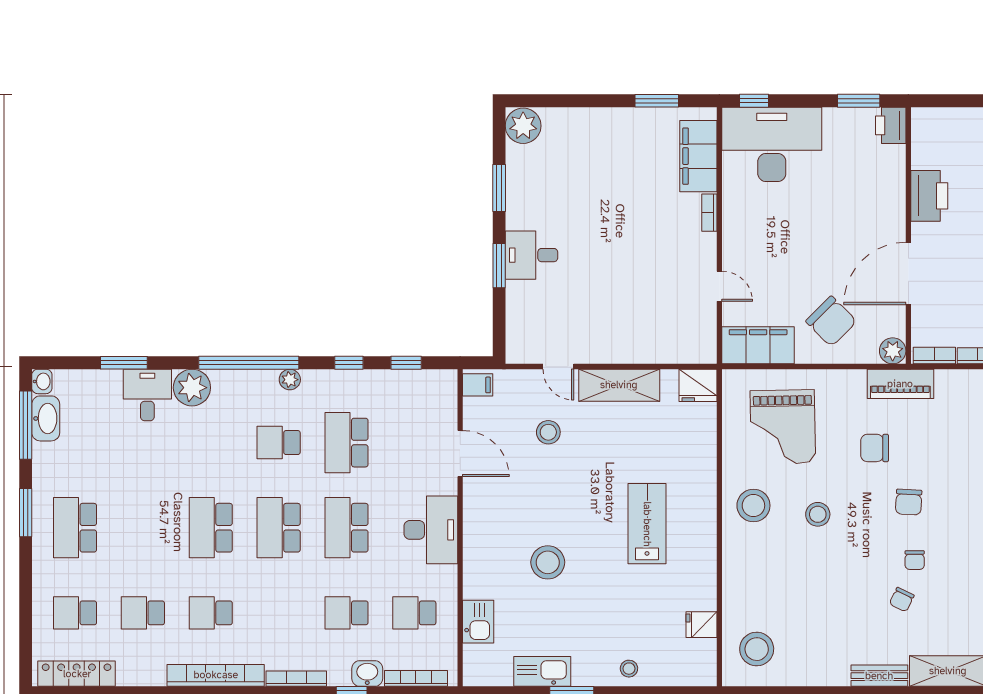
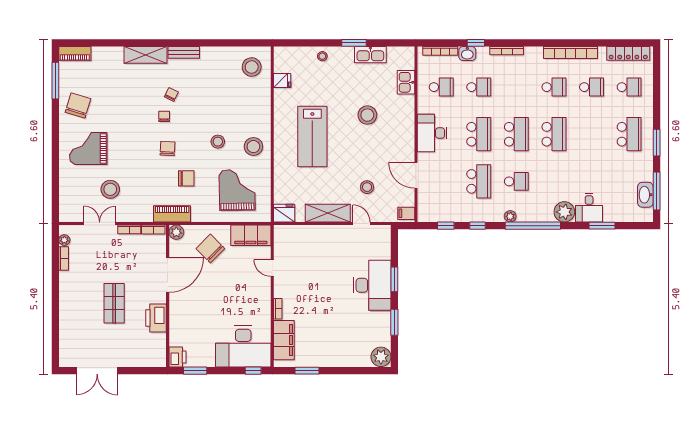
desk: (532, 255) -> (372, 285), width x1.87, depth x1.30
washbasin: (42, 381) -> (647, 215), removed
lab bench: (647, 524) -> (312, 136), width x1.36, depth x1.39
bookcase: (216, 675) -> (570, 52), moved

